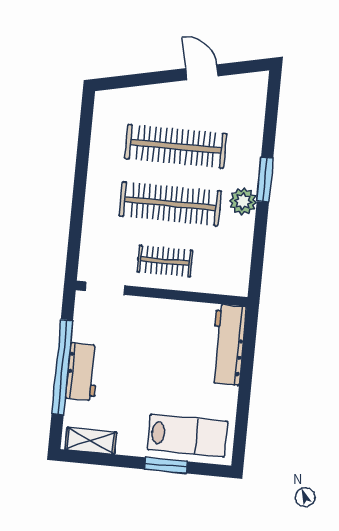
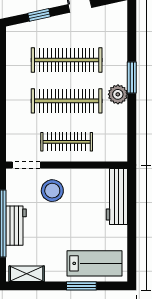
window: (143, 79) -> (39, 15), added
clothes rail: (165, 261) -> (67, 142), width x1.36
stool: (138, 328) -> (52, 191), added

